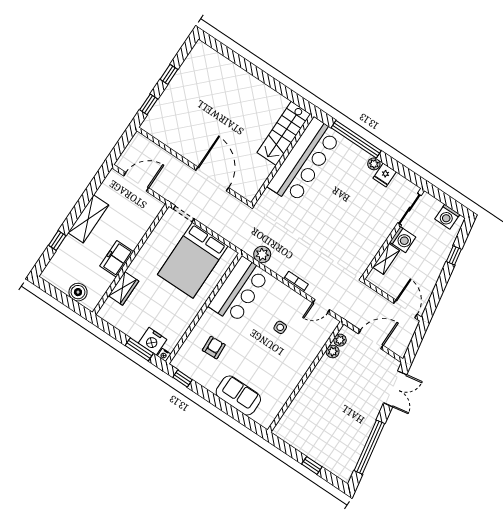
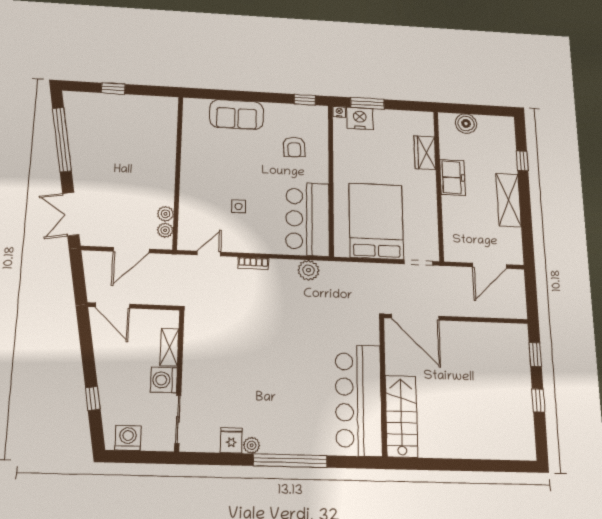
stairs: (284, 133) -> (401, 416), moved
wall: (282, 160) -> (383, 386), moved
bar counter: (304, 161) -> (359, 400), moved

